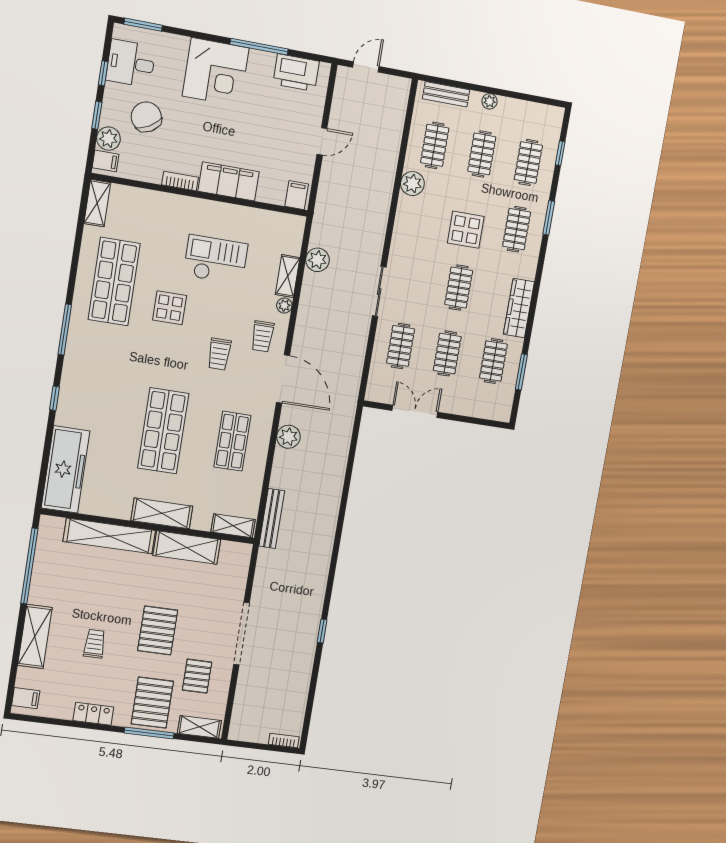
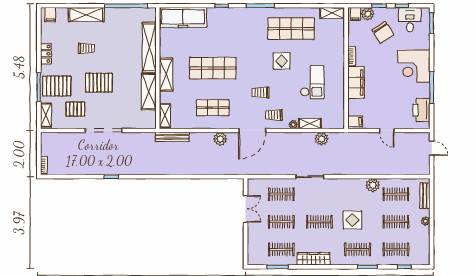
chair: (146, 117) -> (383, 32), turned 87

